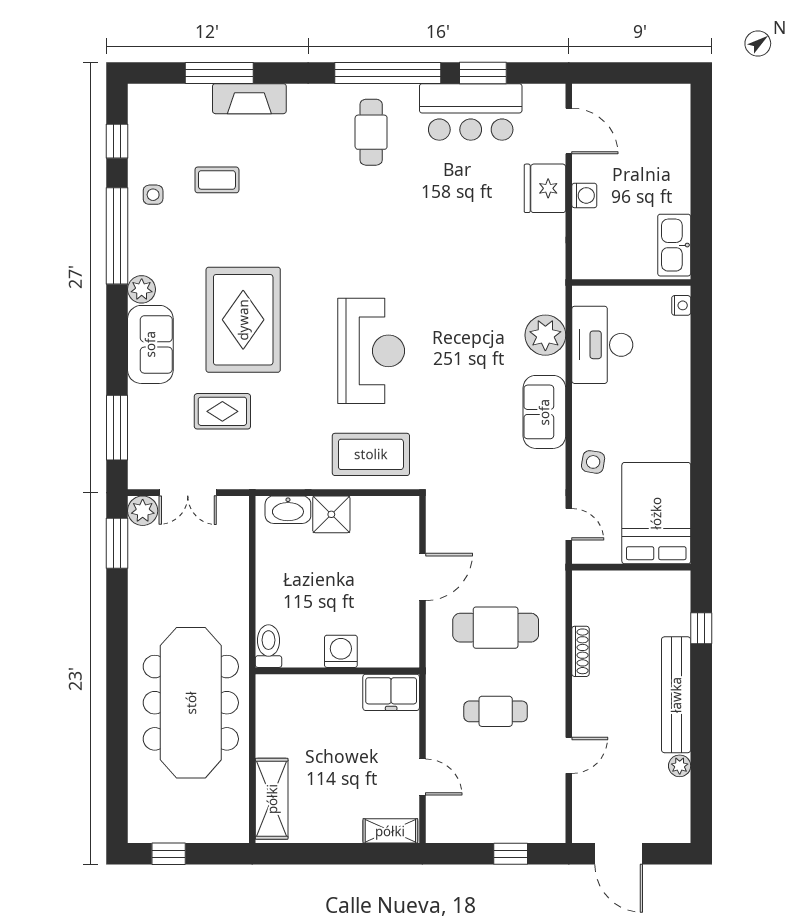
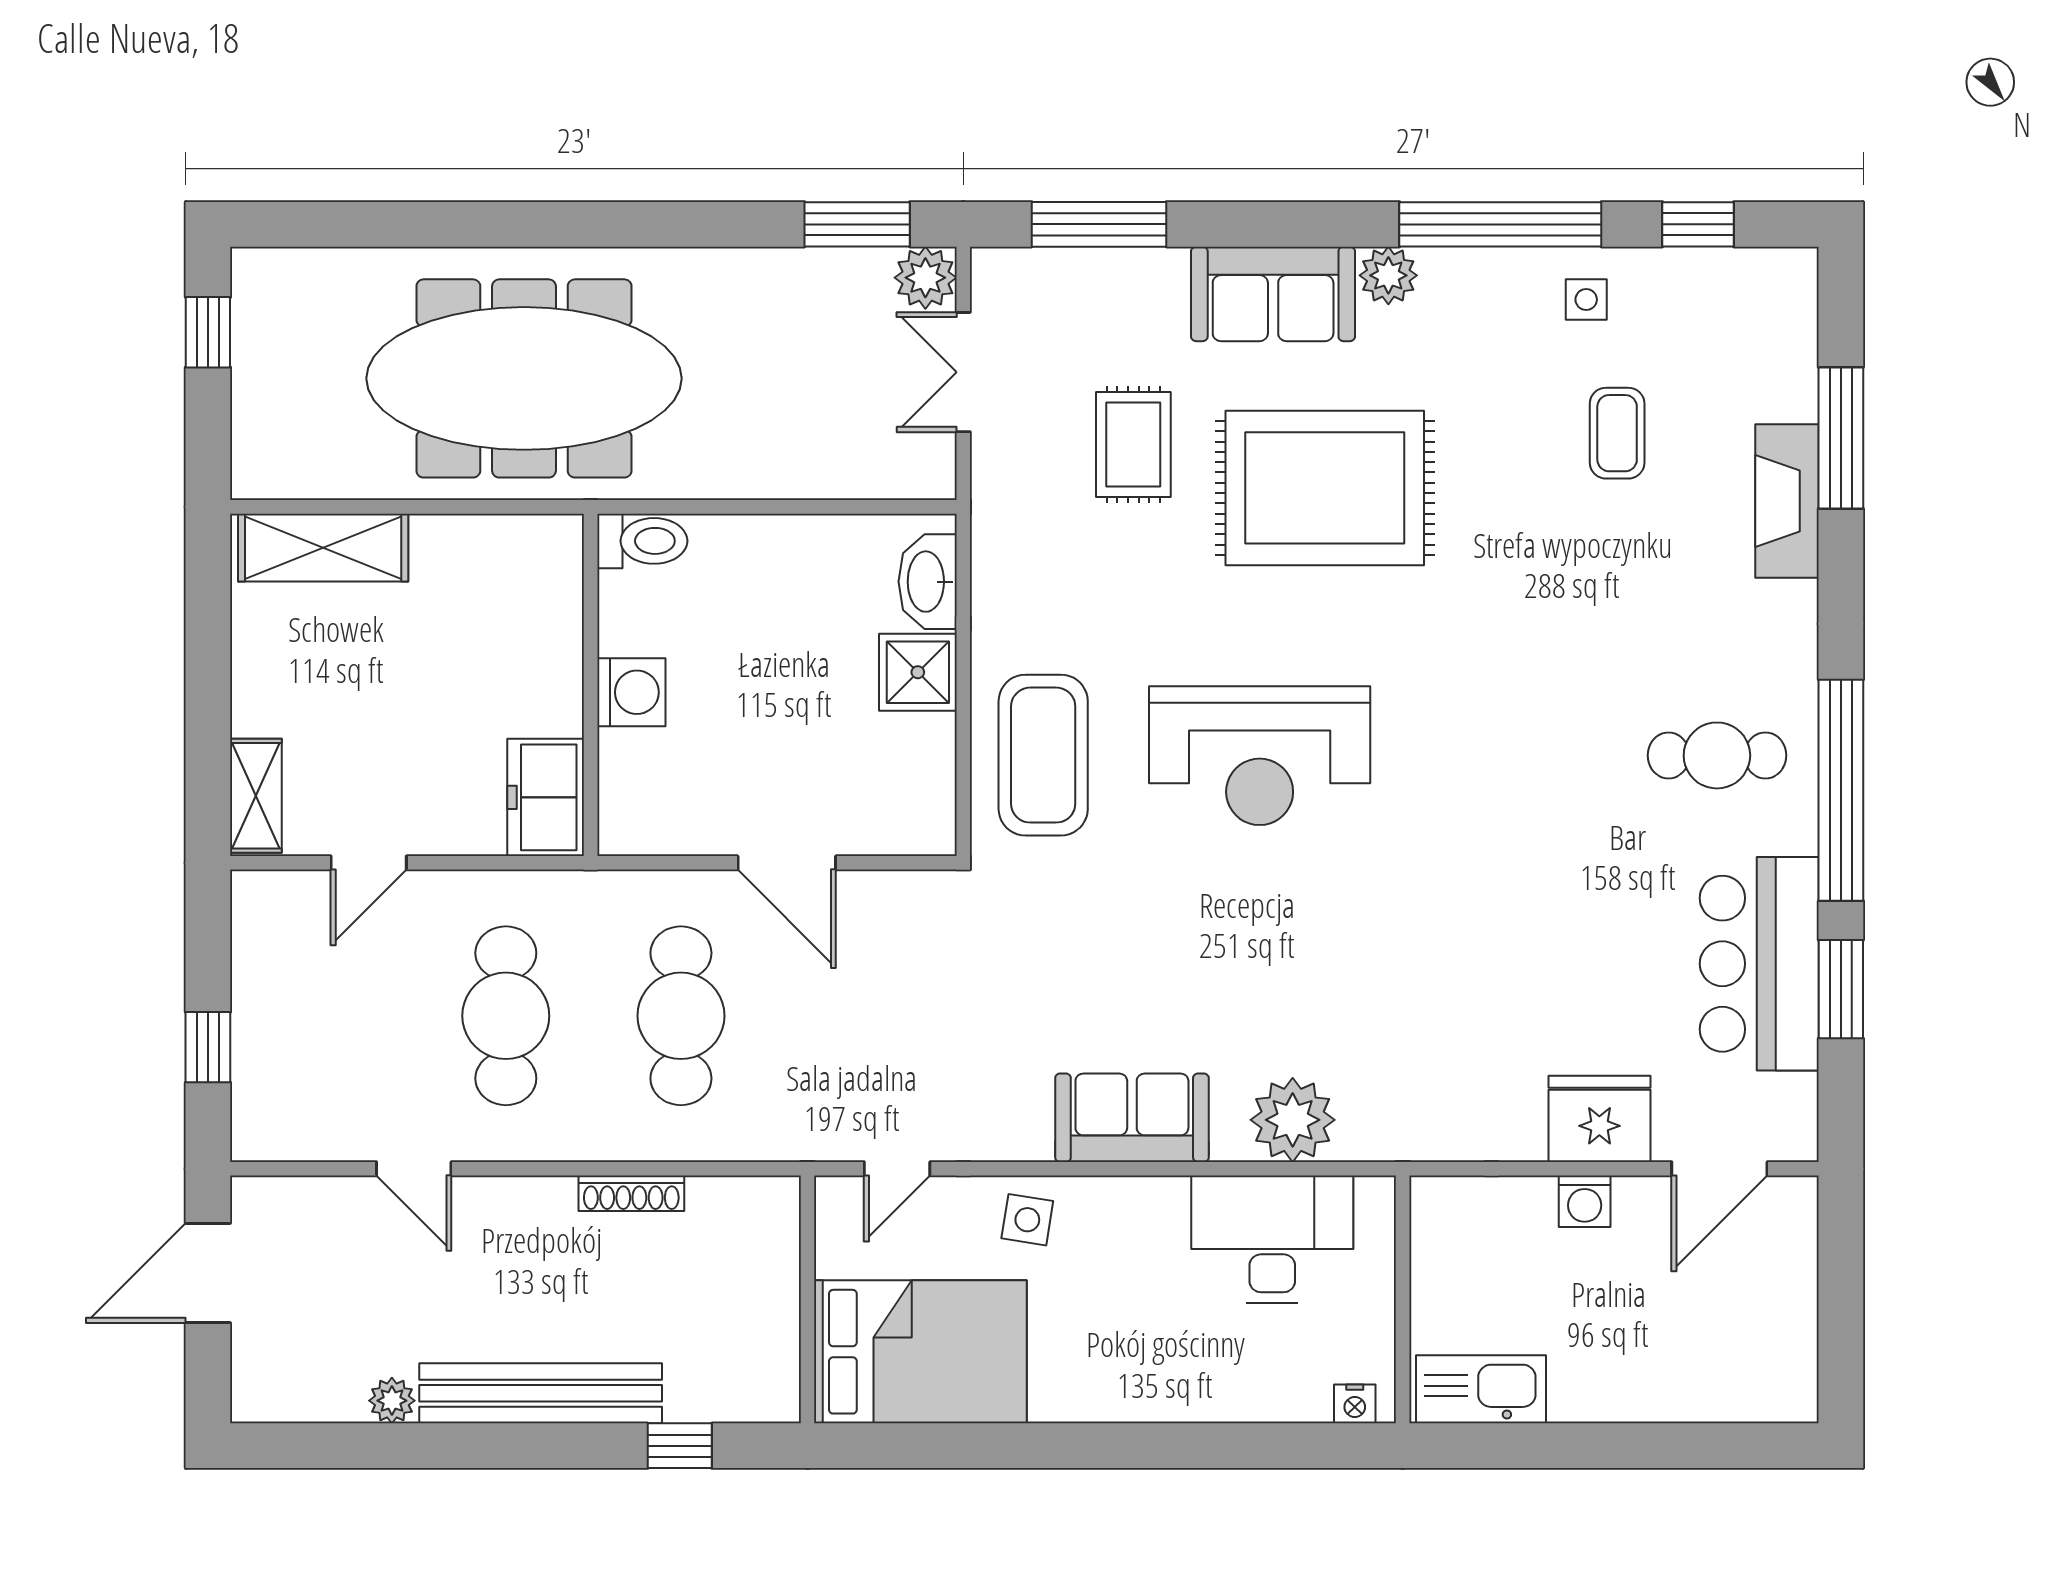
cafe table: (496, 711) -> (506, 1016), width x1.37, depth x1.35

